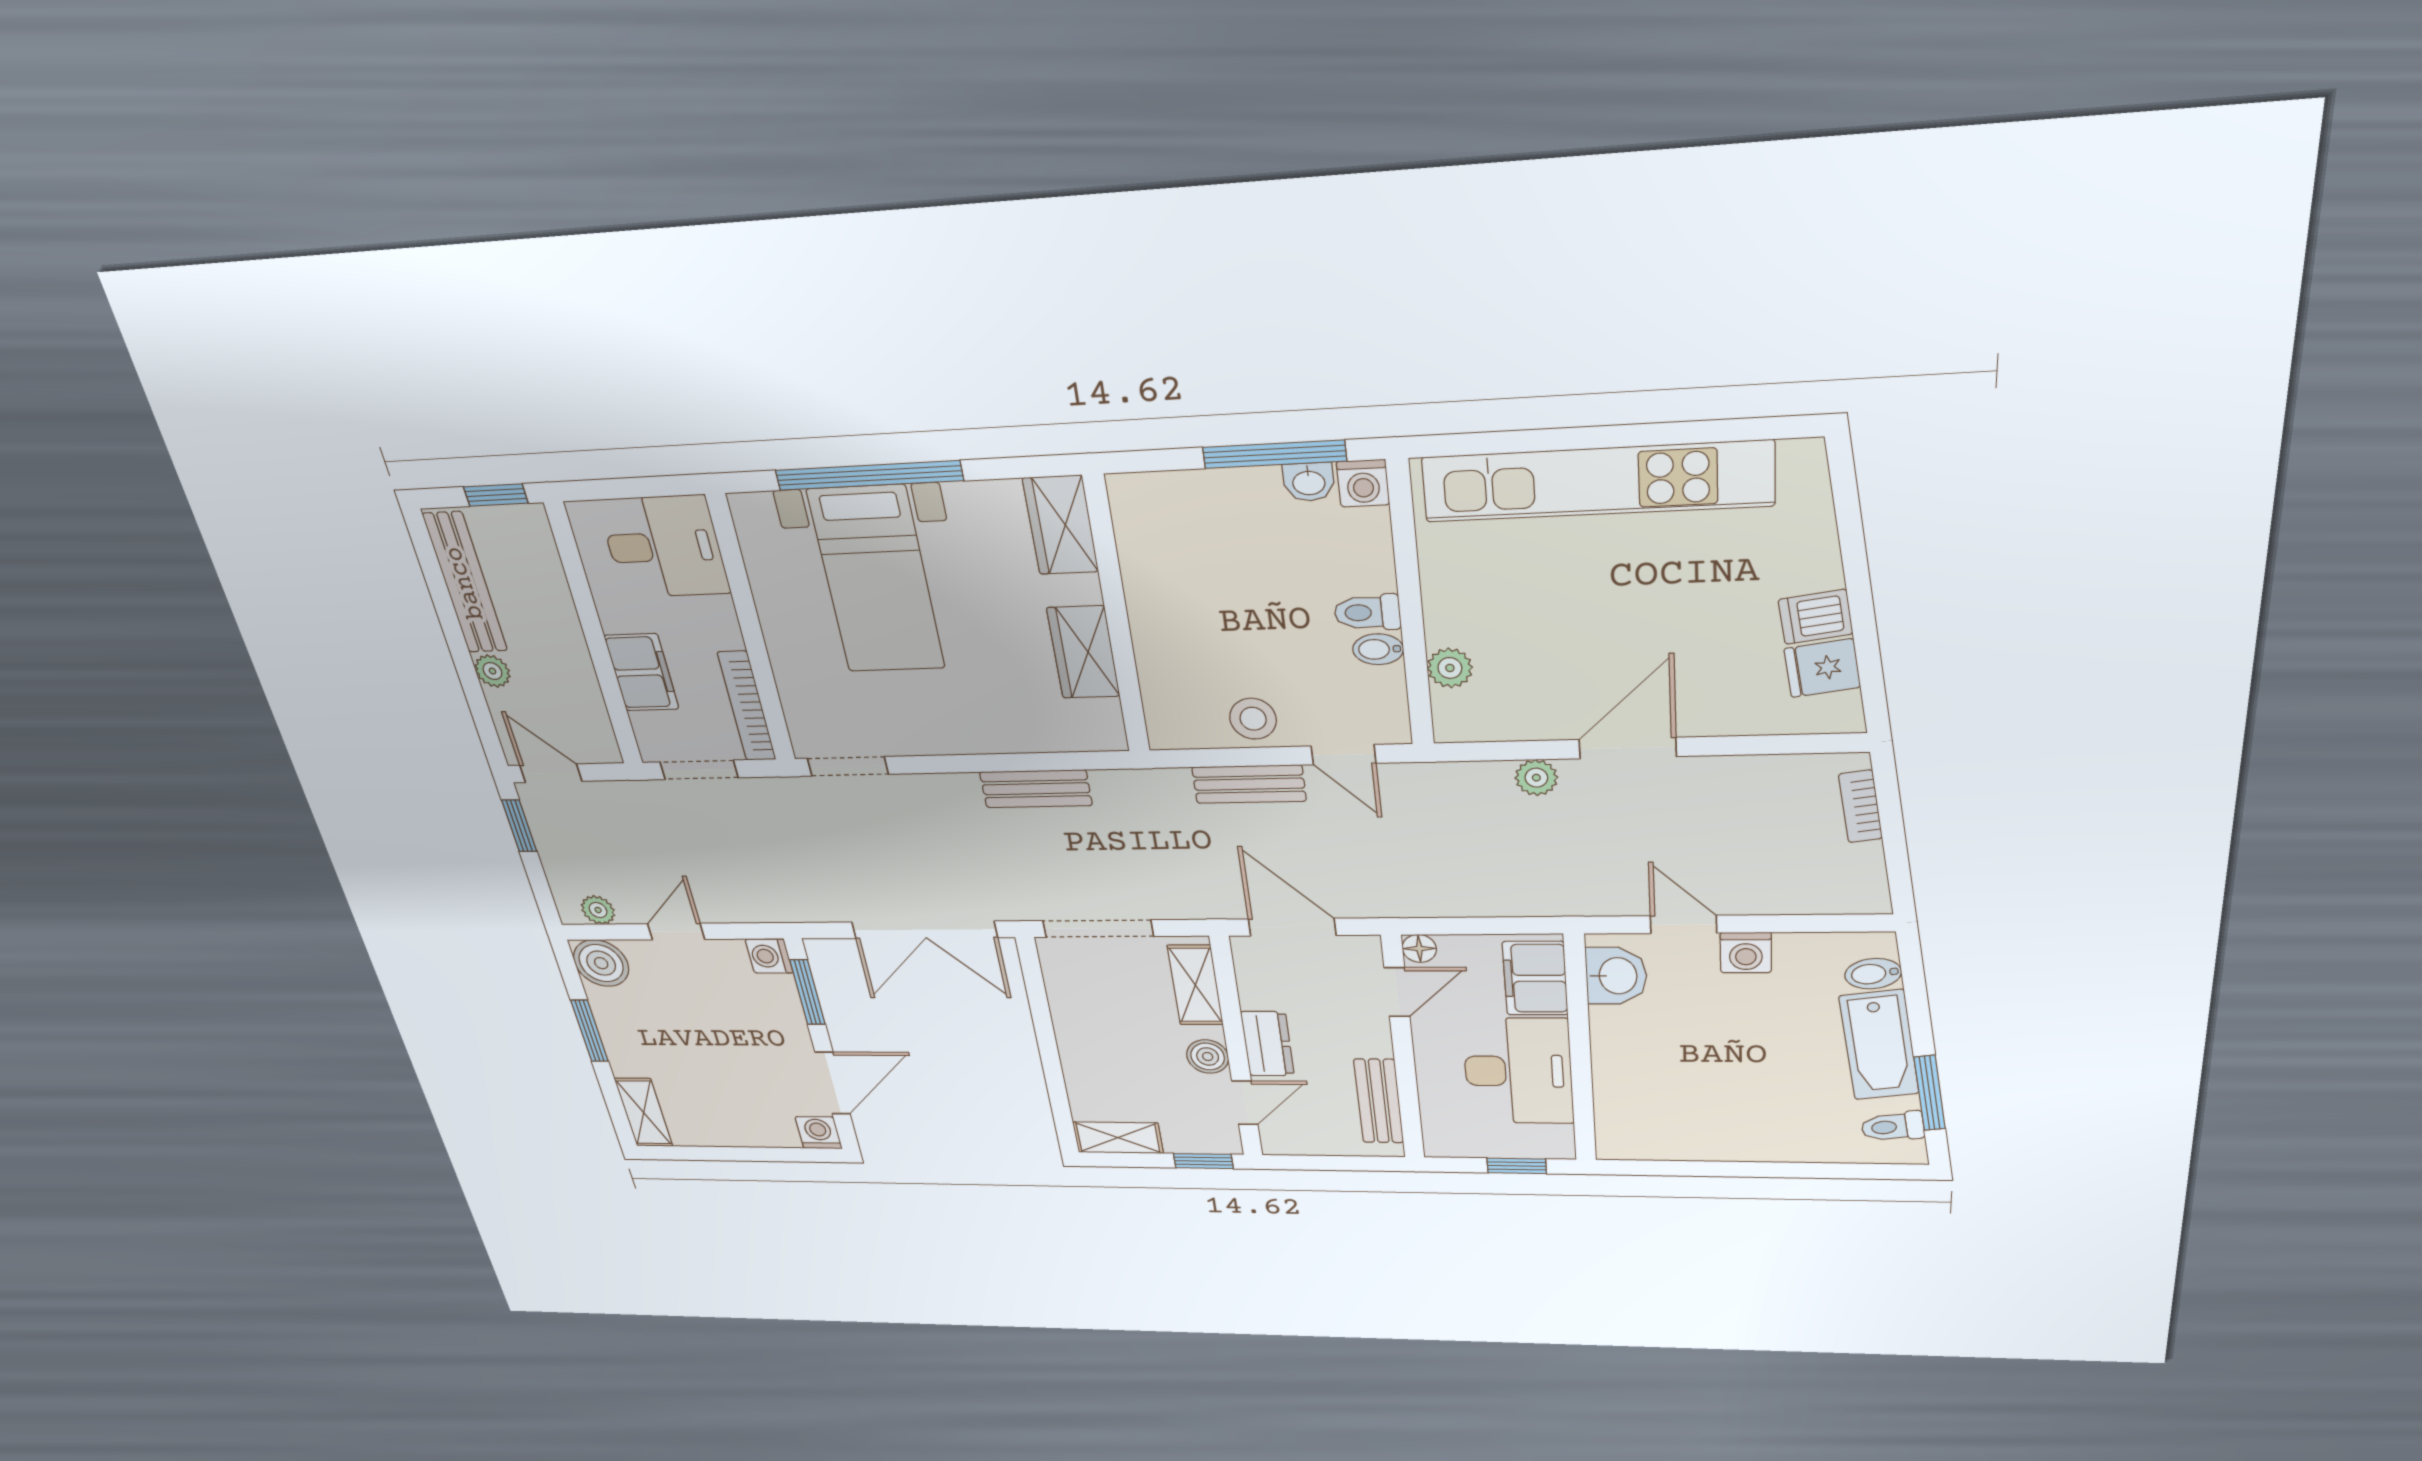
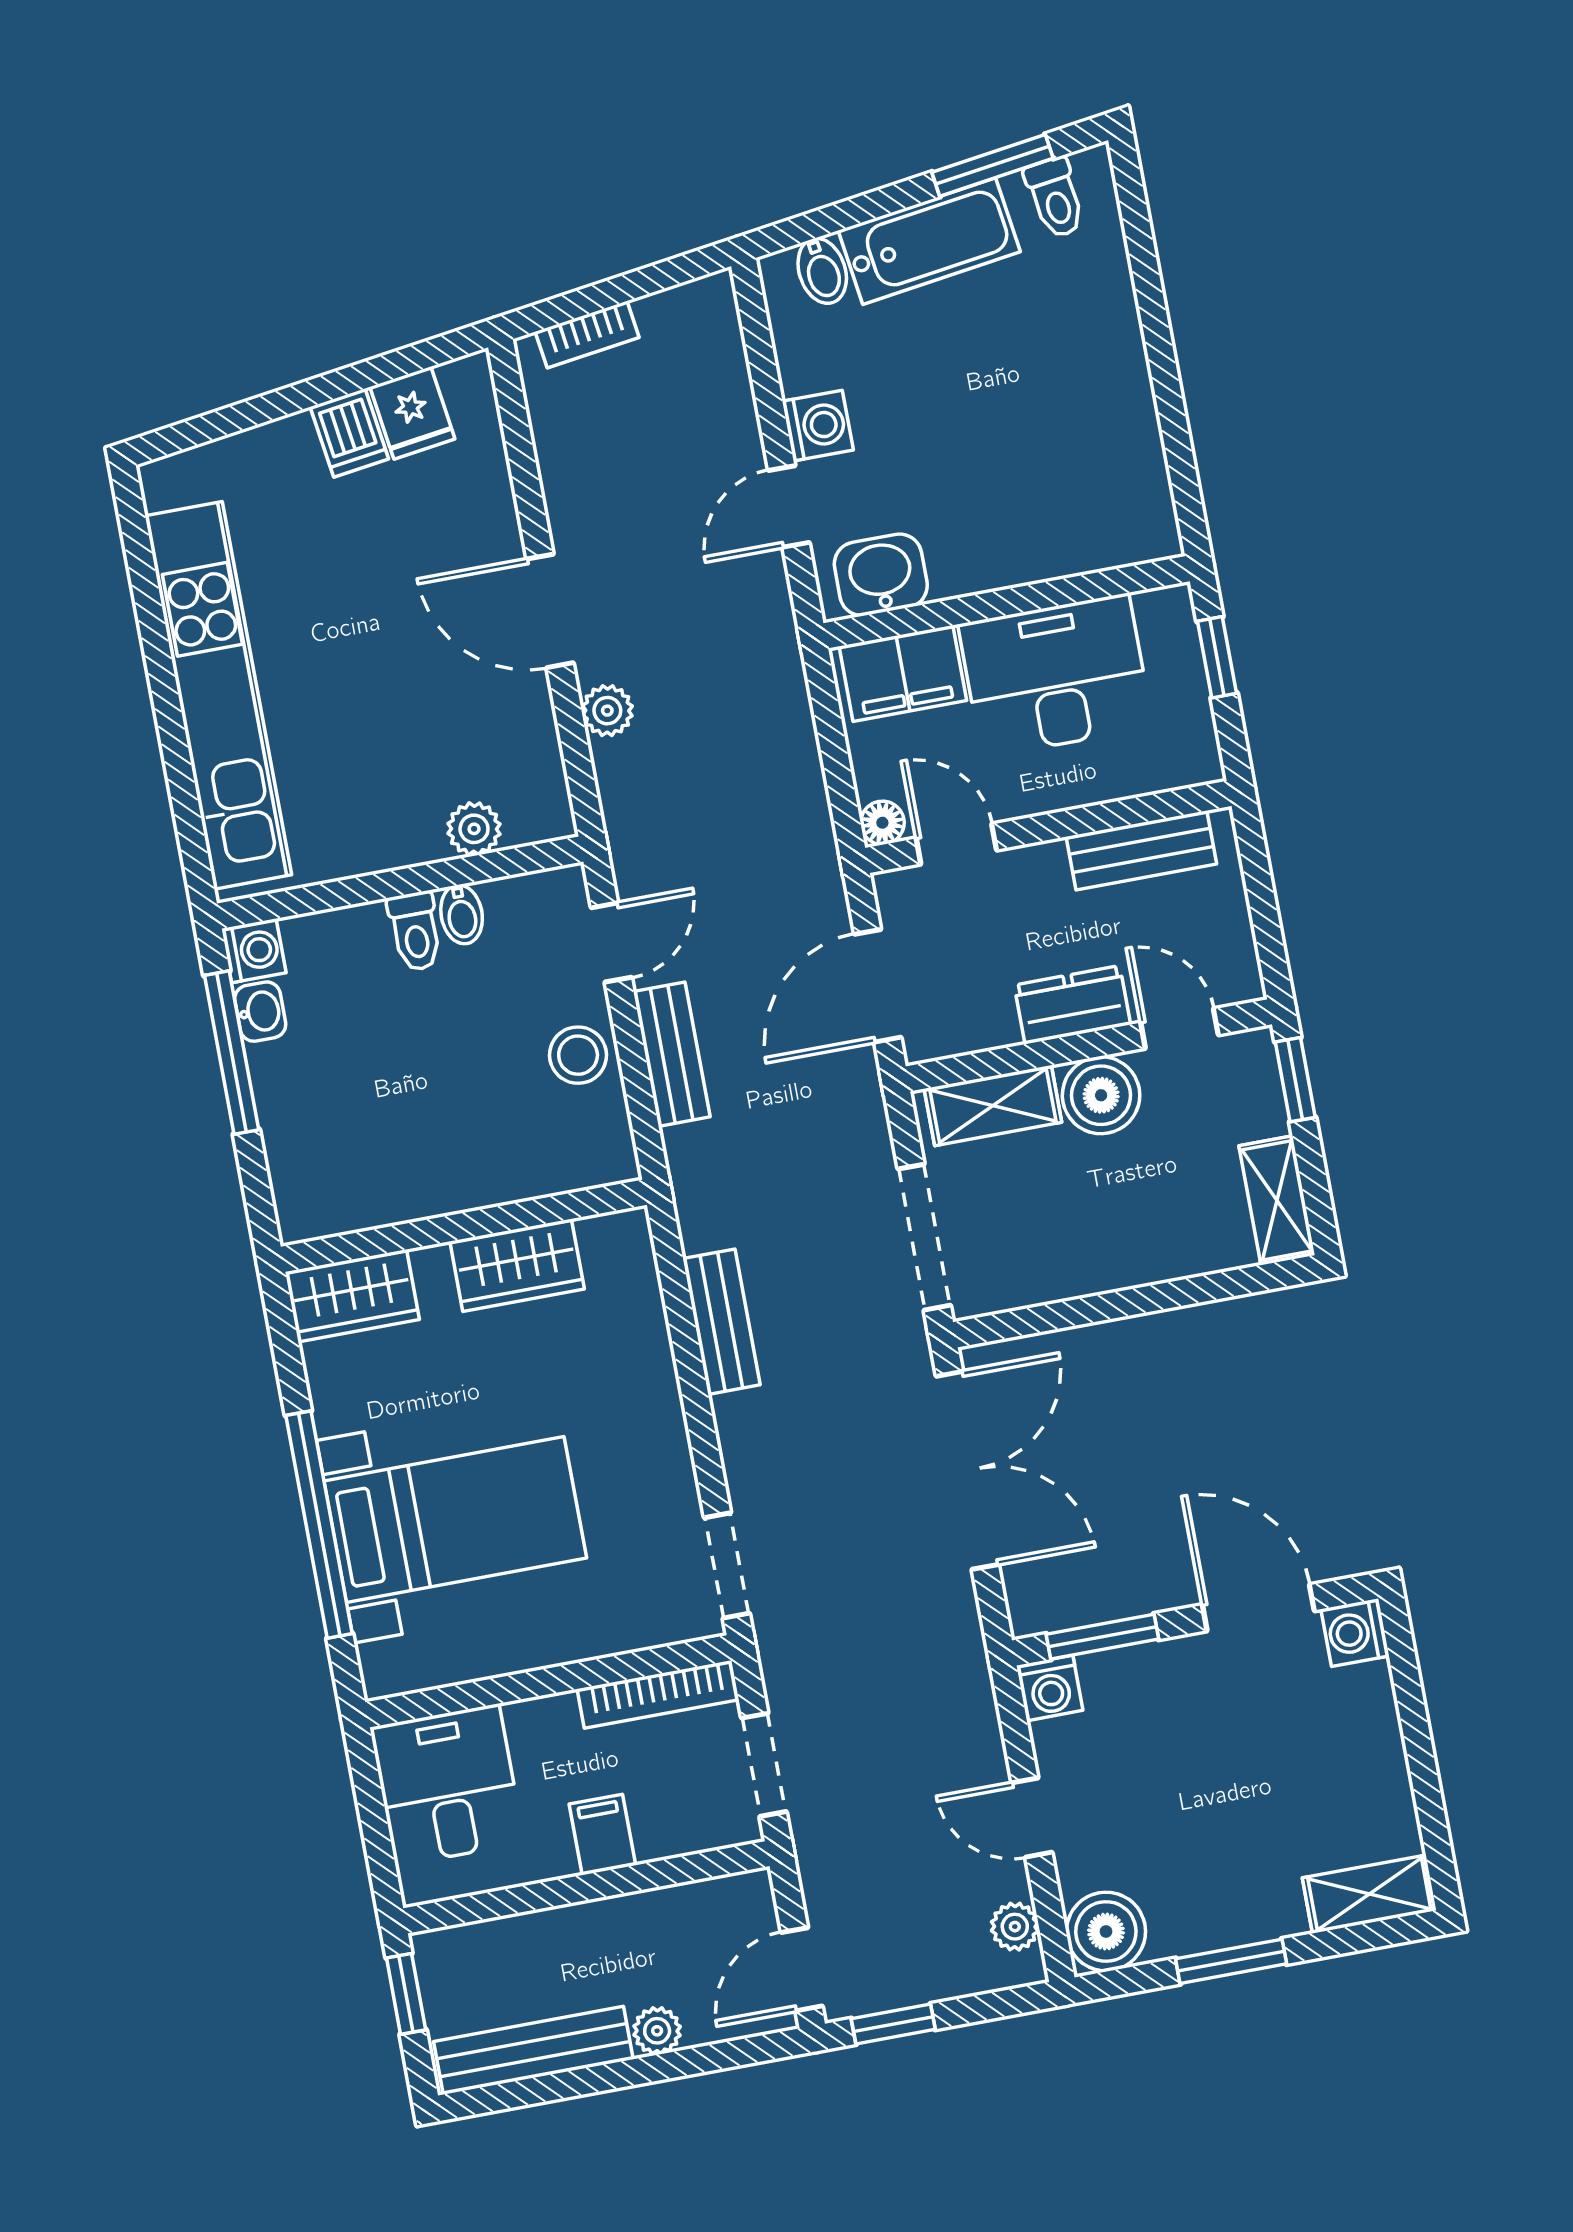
filing cabinet: (642, 672) -> (602, 1835), width x0.50
boiler: (1208, 1057) -> (1101, 1095), width x1.36, depth x1.36

